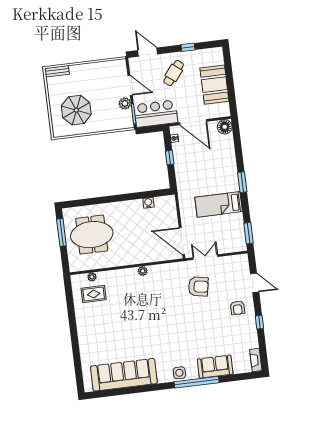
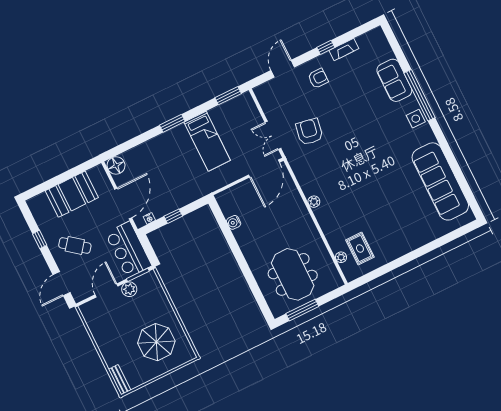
fireplace: (256, 360) -> (344, 50), moved

